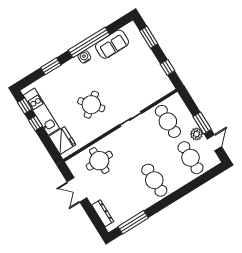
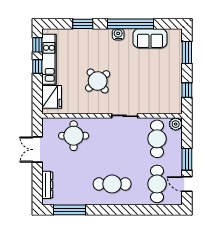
plant: (196, 134) -> (176, 124), moved
door: (214, 143) -> (187, 184), swing flipped
cafe table: (154, 180) -> (112, 184), turned 90

